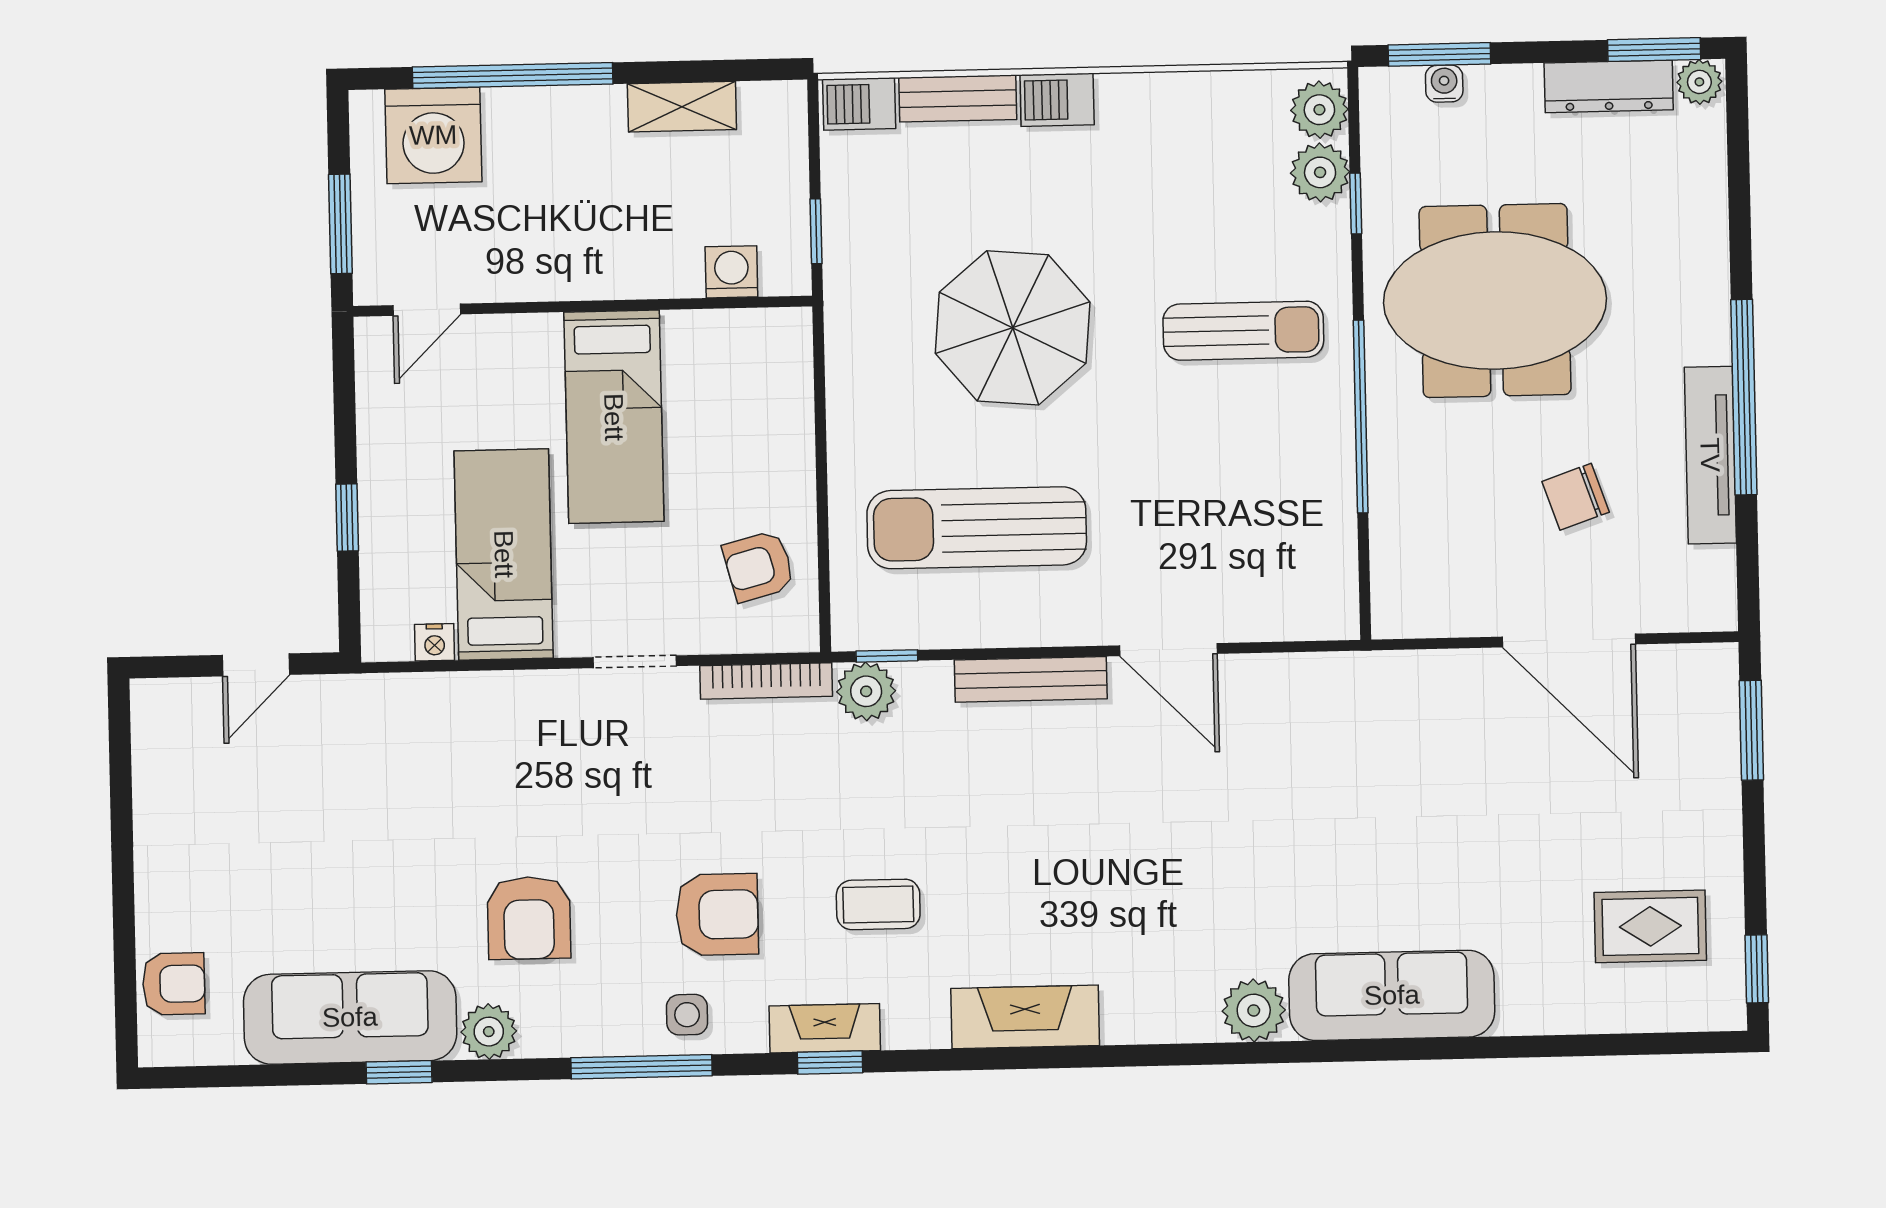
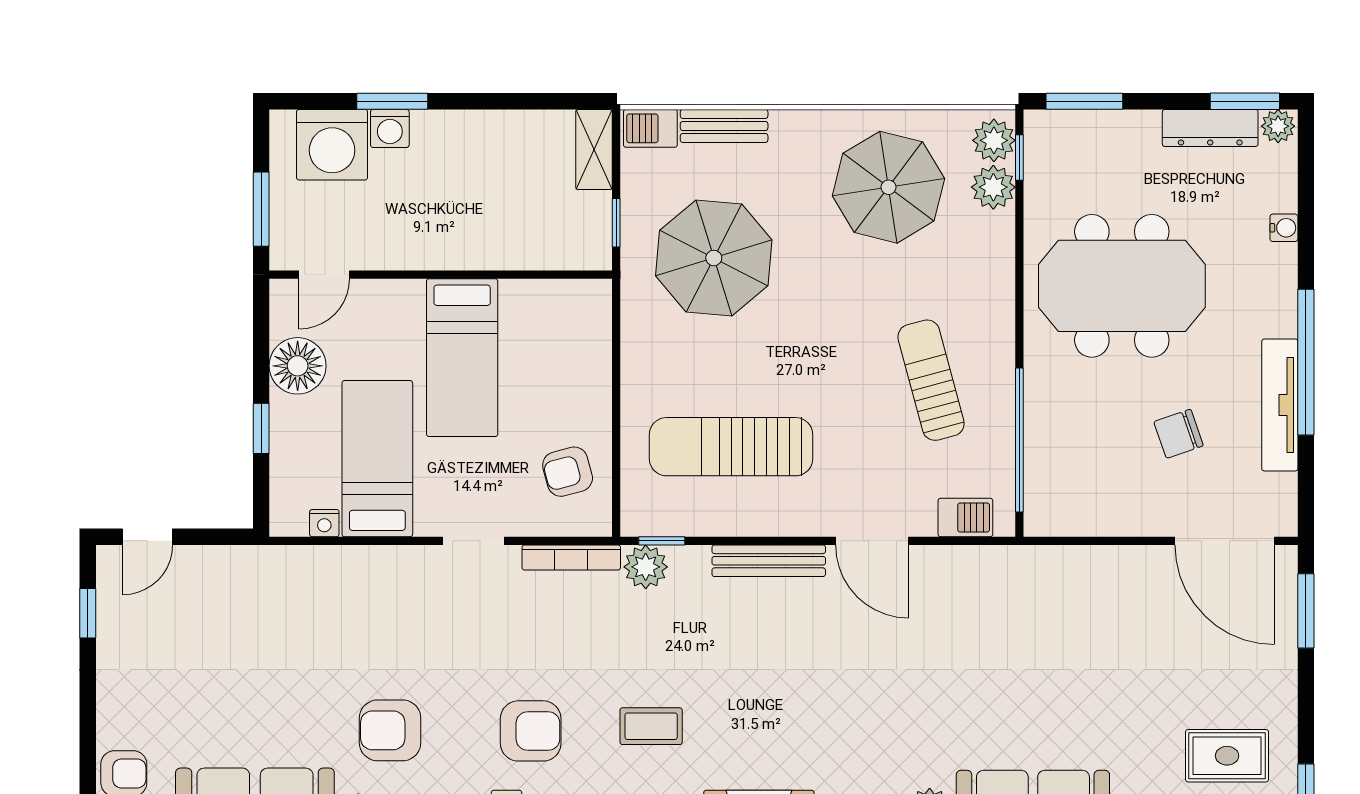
window: (513, 75) -> (392, 101), width x0.47
water cooler: (1444, 84) -> (1284, 228), moved, turned 90
barbecue: (1057, 100) -> (965, 517), moved, turned 180
shelving: (682, 107) -> (594, 150), moved, turned 90
parasol: (1180, 176) -> (888, 187), added
window: (1356, 203) -> (1019, 158), moved
washing machine: (731, 272) -> (390, 128), moved, turned 180
parasol: (1013, 328) -> (714, 258), moved
sun lounger: (1243, 331) -> (931, 380), moved, turned -105
window: (1361, 416) -> (1019, 440), moved
floor lamp: (394, 433) -> (298, 366), added
door: (1569, 640) -> (1225, 541), moved
door: (256, 665) -> (147, 537), moved
window: (120, 770) -> (88, 613), added
armchair: (529, 918) -> (390, 730), turned 90

